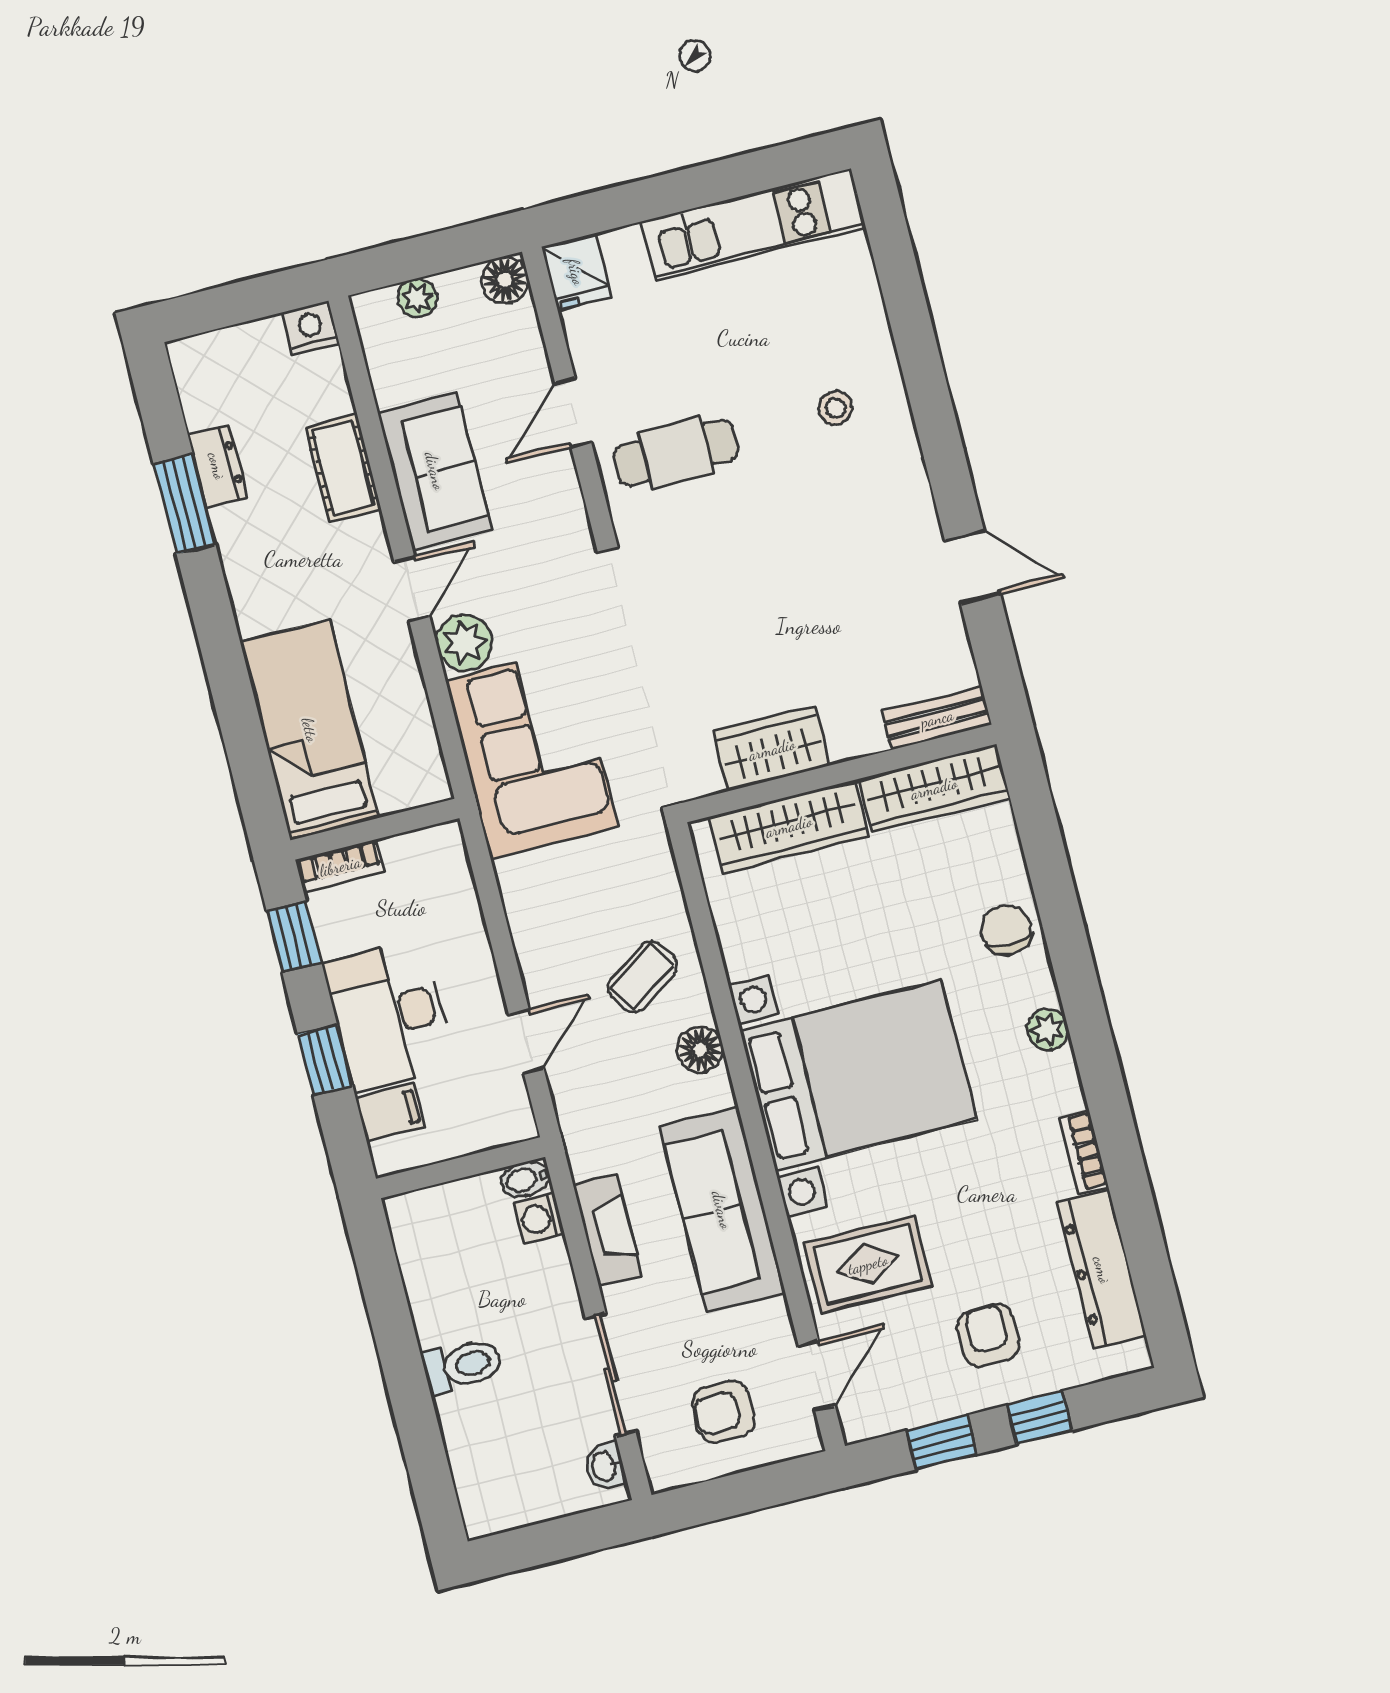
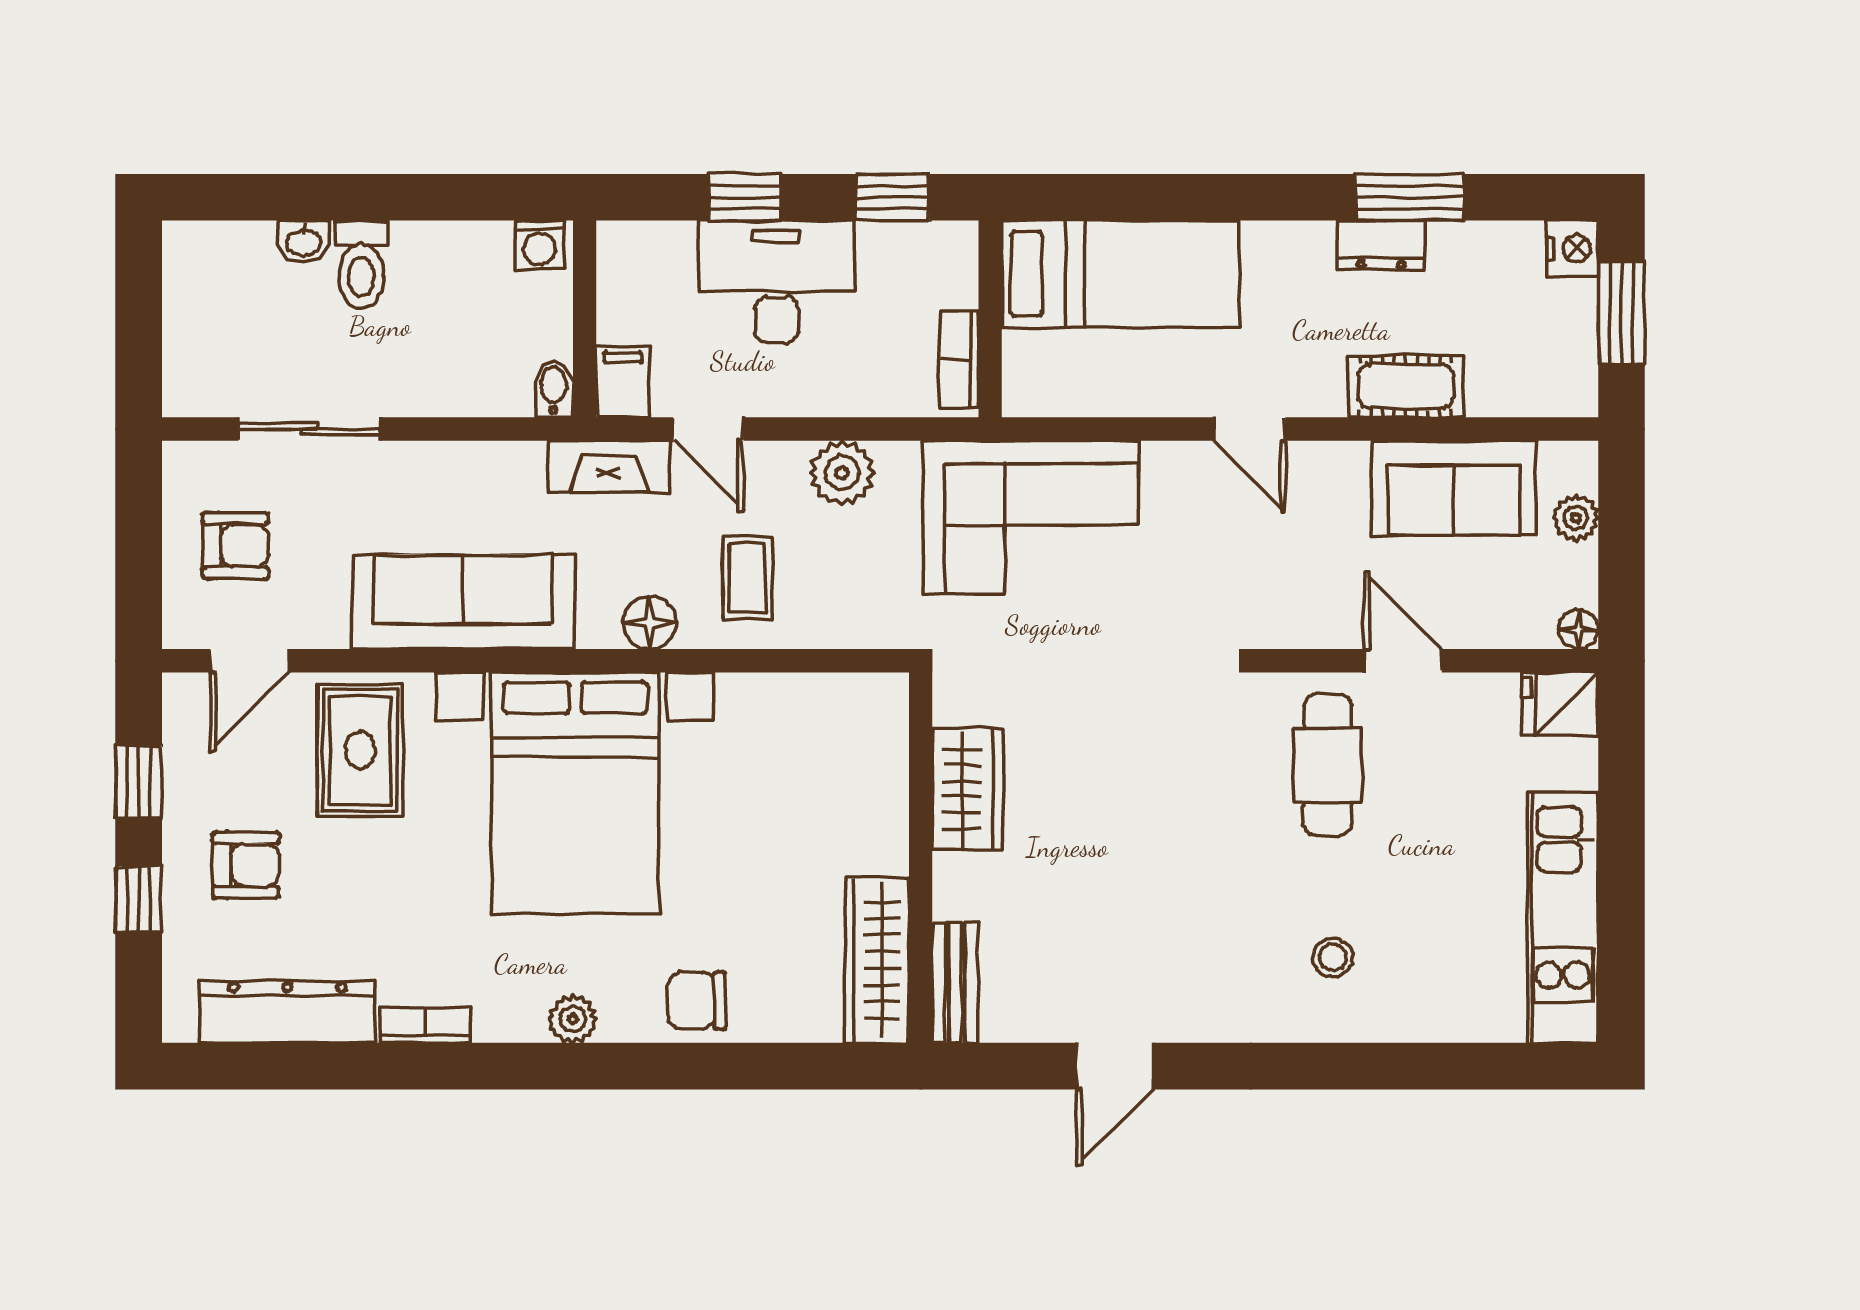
floor lamp: (505, 280) -> (1579, 629), width x0.73, depth x0.73
window: (237, 303) -> (1621, 313), added
nightstand: (311, 328) -> (1573, 248), moved
dresser: (217, 466) -> (1381, 245), moved
sofa: (435, 471) -> (1454, 488), moved
plant: (464, 642) -> (842, 473), moved
wardrobe: (789, 826) -> (875, 785), removed
bookcase: (340, 866) -> (959, 359), moved
chair: (1006, 930) -> (697, 1000), turned 180
coffee table: (642, 977) -> (748, 578), turned 34
filing cabinet: (390, 1112) -> (623, 382), moved, turned 180
washing machine: (539, 1219) -> (539, 245), moved, turned 180
fireplace: (607, 1230) -> (609, 467), moved
door: (817, 1376) -> (249, 661), hinge flipped
armchair: (724, 1412) -> (235, 546), turned 90
washbasin: (605, 1466) -> (304, 242), moved, turned 180

